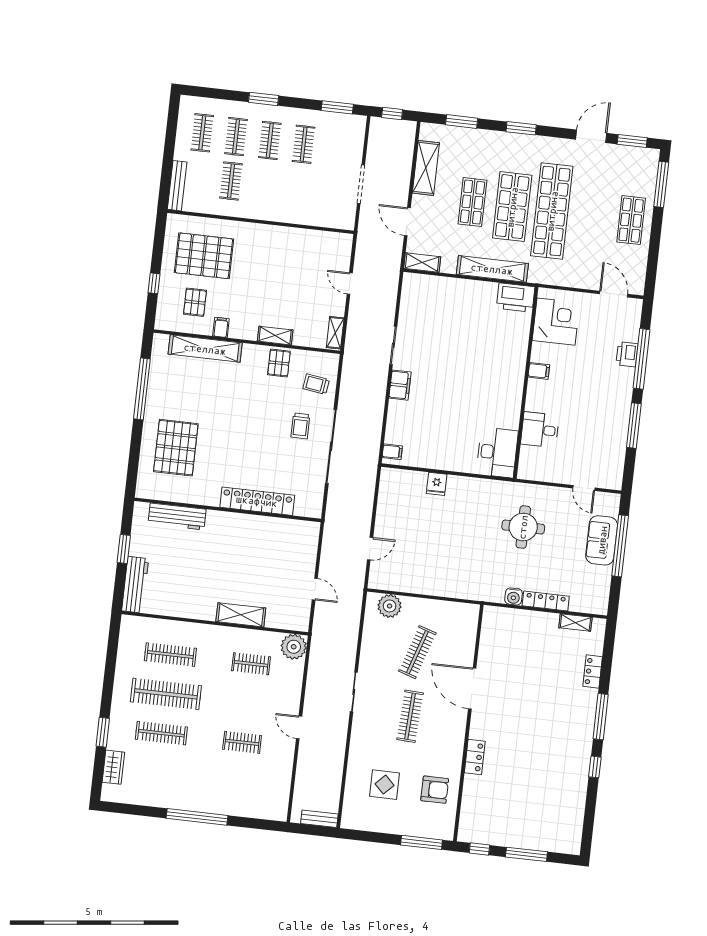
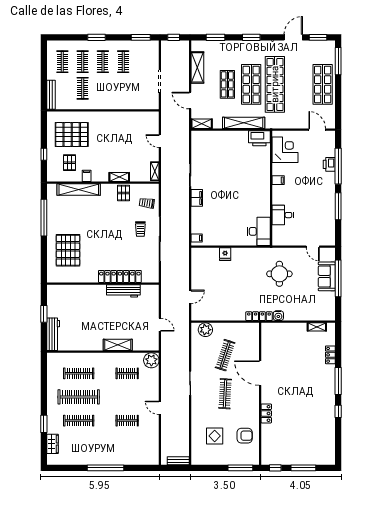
shop shelf: (631, 220) -> (323, 84), width x1.43, depth x1.36
workbench: (177, 516) -> (123, 291), moved
locker: (546, 601) -> (259, 316), moved

